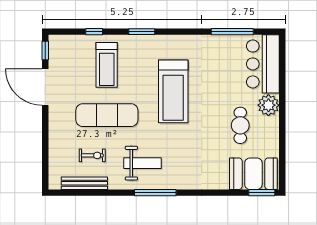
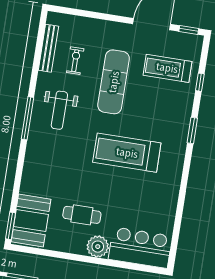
window: (232, 32) -> (178, 222), removed
treadmill: (107, 65) -> (167, 68), moved
exercise bike: (92, 155) -> (75, 61), turned 180

